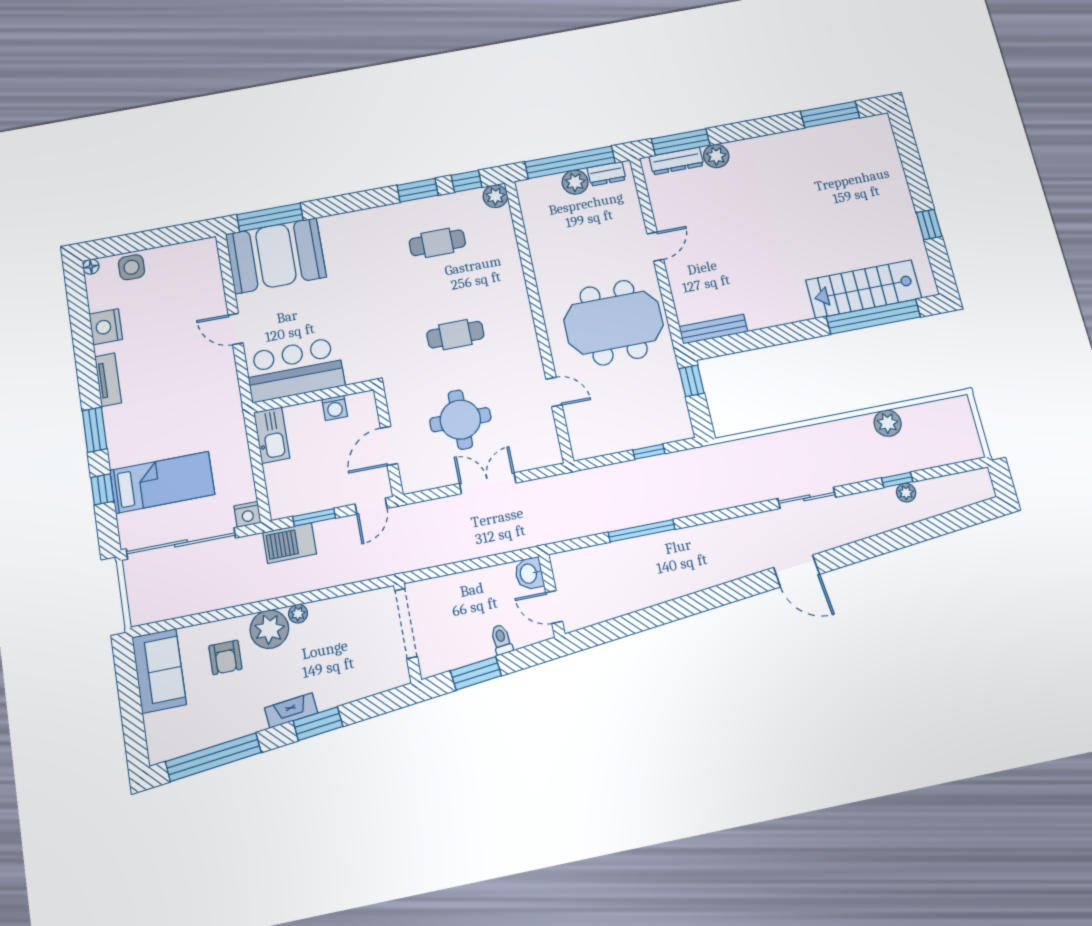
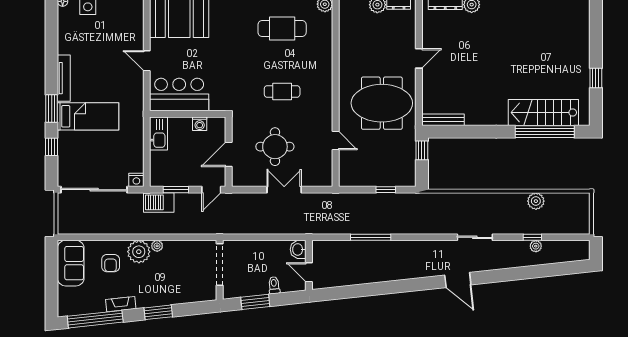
cafe table: (437, 243) -> (282, 28), width x1.37, depth x1.35
nightstand: (106, 327) -> (67, 43), removed
tv unit: (108, 380) -> (64, 78), width x1.41
bed: (162, 482) -> (88, 116), moved
fireplace: (291, 710) -> (121, 304), moved

